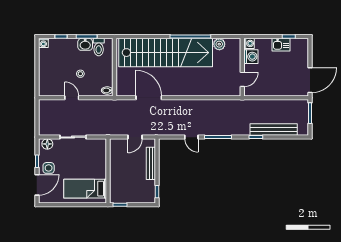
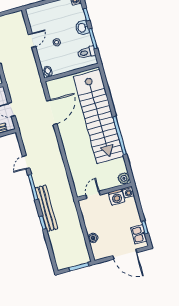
washbasin: (85, 44) -> (82, 28), moved
plant: (219, 44) -> (124, 178), moved
kitchen sink: (281, 45) -> (139, 234), moved
door: (242, 79) -> (93, 195), swing flipped
door: (310, 80) -> (125, 254), moved
boiler: (285, 91) -> (93, 238), added
bench: (274, 130) -> (46, 208), moved

